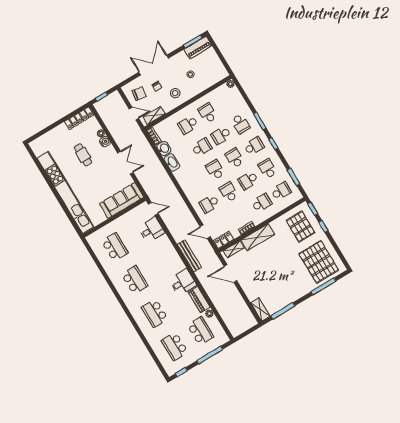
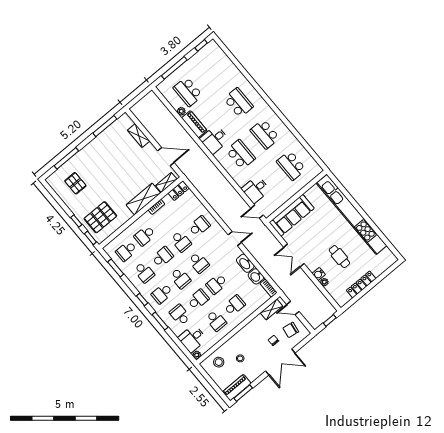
stool: (175, 93) -> (219, 362), moved
desk: (232, 100) -> (192, 339), added
locker: (79, 118) -> (361, 284), moved
pallet: (300, 226) -> (100, 217), turned 90
door: (205, 232) -> (235, 239), moved
bench: (189, 256) -> (212, 168), removed
pallet: (319, 262) -> (75, 183), width x0.49, depth x0.50
shelving: (260, 309) -> (139, 136), moved
school desk: (175, 346) -> (241, 154), moved

